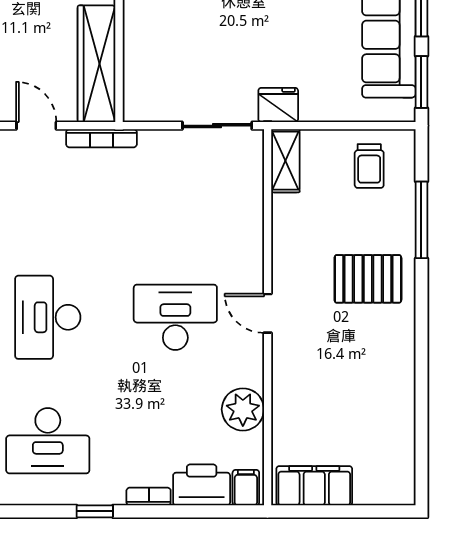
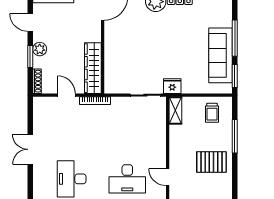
desk: (175, 317) -> (127, 179), turned 180

